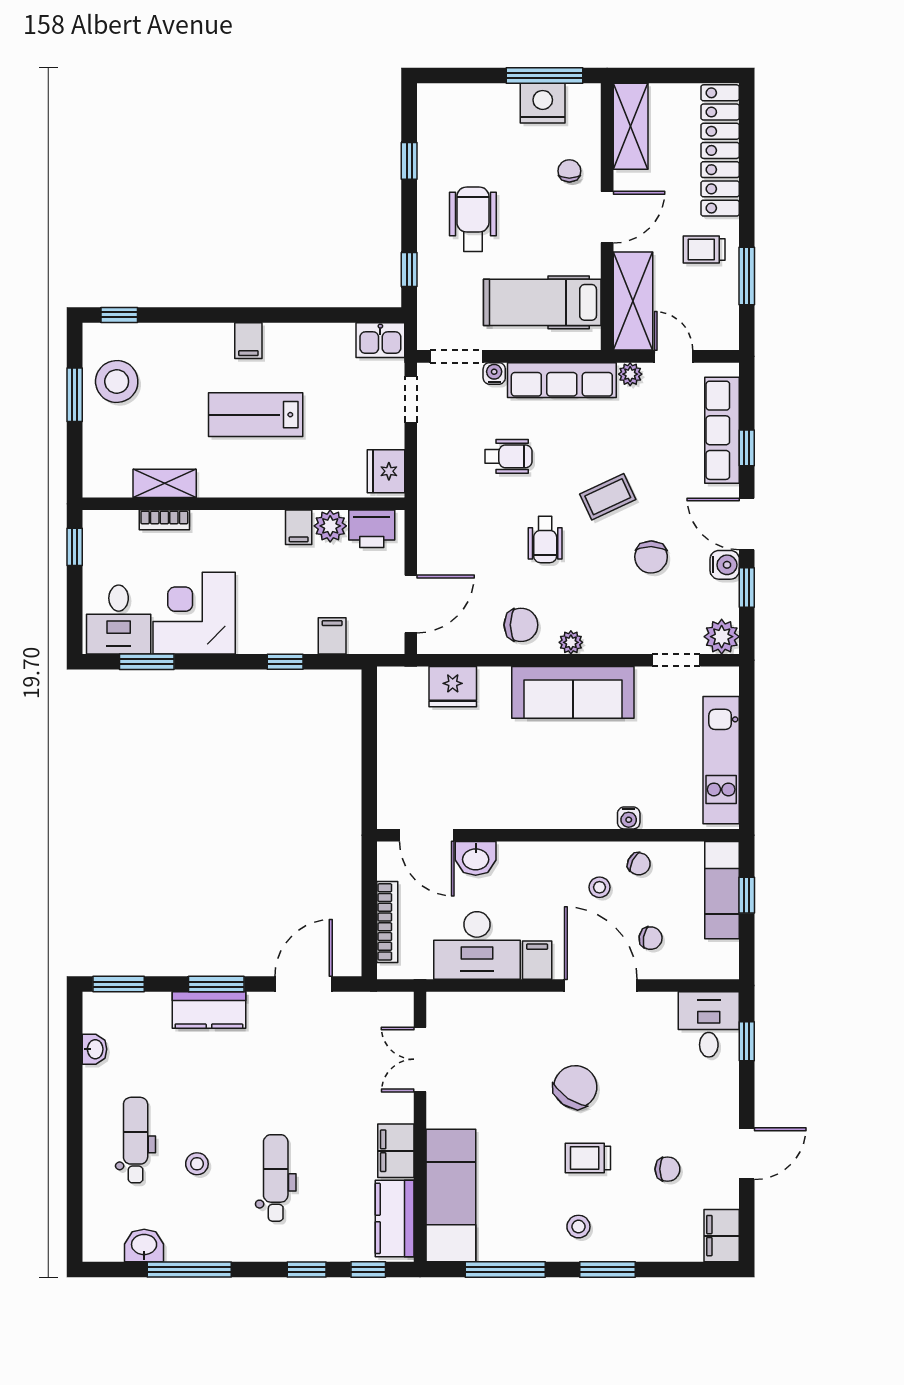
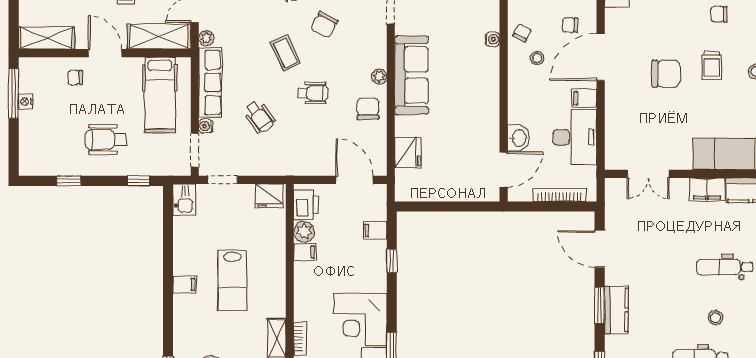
nightstand: (543, 103) -> (26, 101), width x0.53, depth x0.56
wheelchair: (508, 456) -> (259, 117), turned 144
chair: (651, 557) -> (324, 25), turned 117
chair: (651, 938) -> (570, 25), turned -100
chair: (575, 1087) -> (666, 74), turned 146
chair: (667, 1169) -> (719, 14), turned -90

